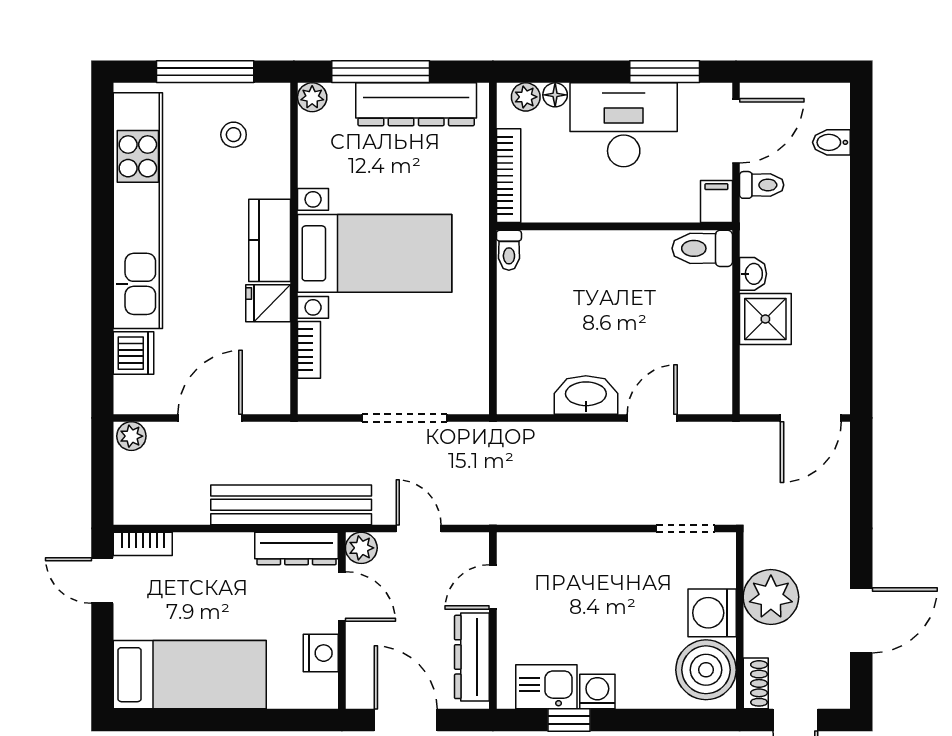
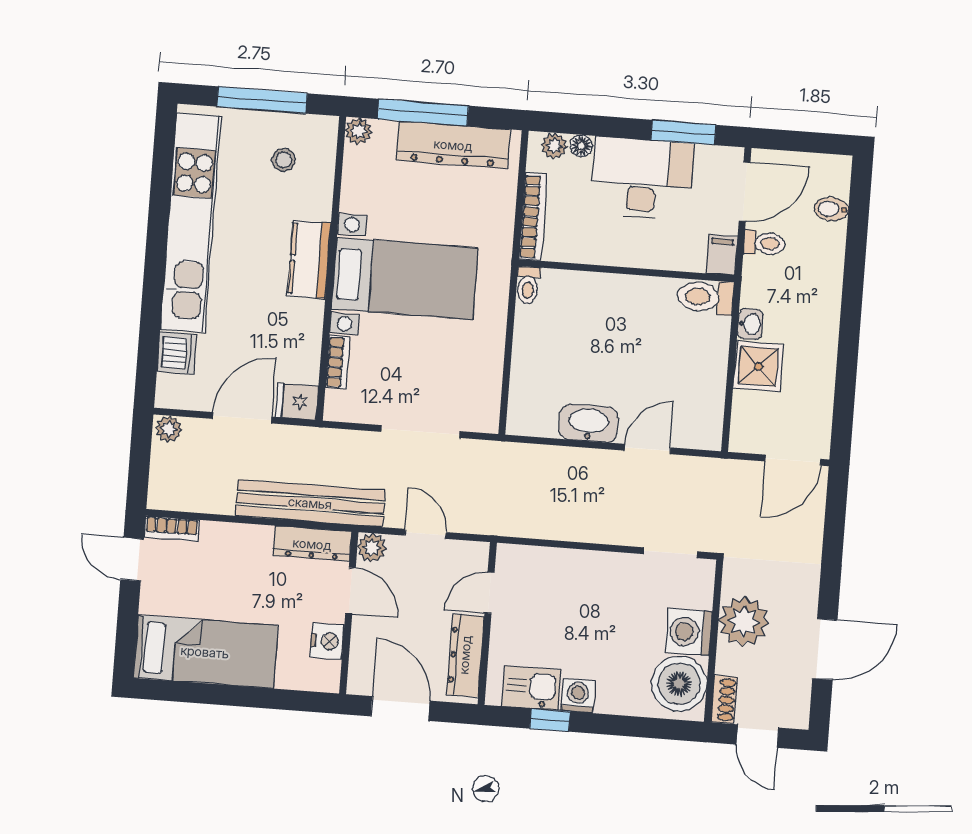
fridge: (268, 303) -> (297, 402), moved

